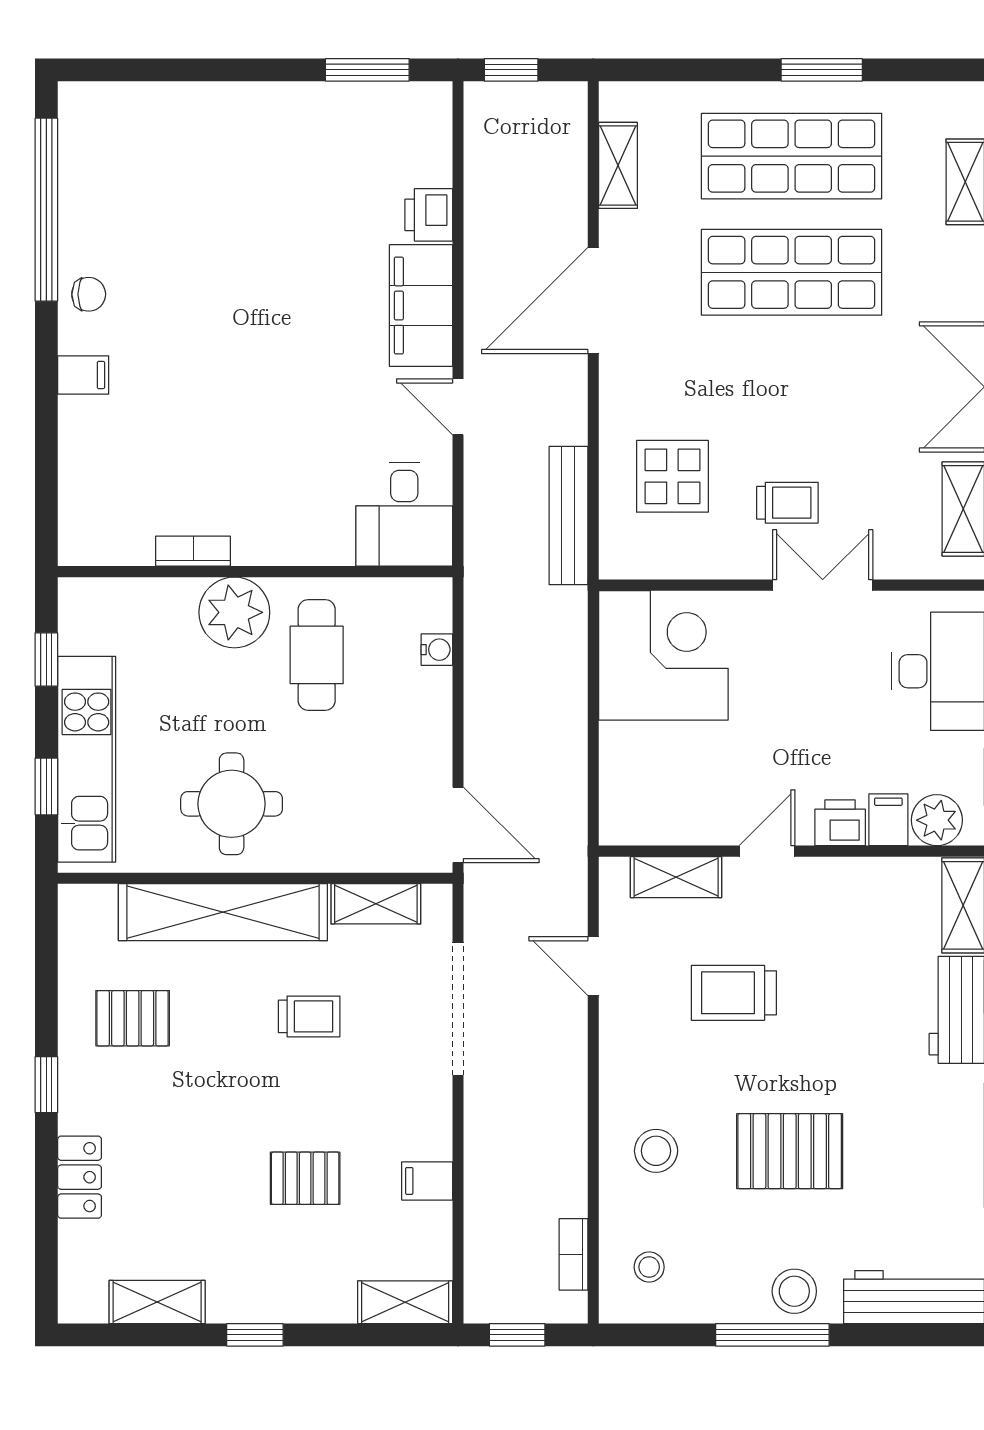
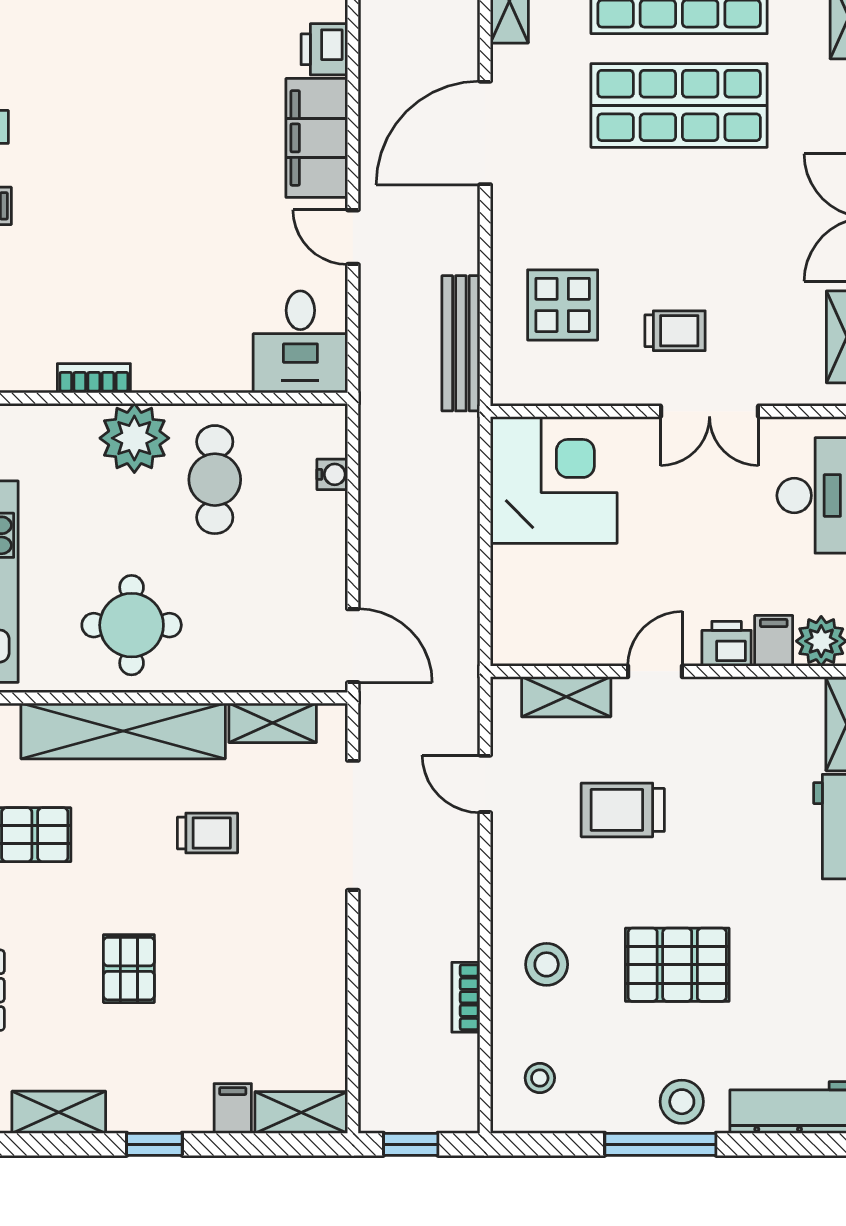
double door: (823, 585) -> (710, 411), swing flipped
pallet: (305, 1178) -> (129, 969), moved, turned 90
filing cabinet: (427, 1181) -> (233, 1108), moved, turned 90
bookcase: (573, 1254) -> (466, 997), moved

